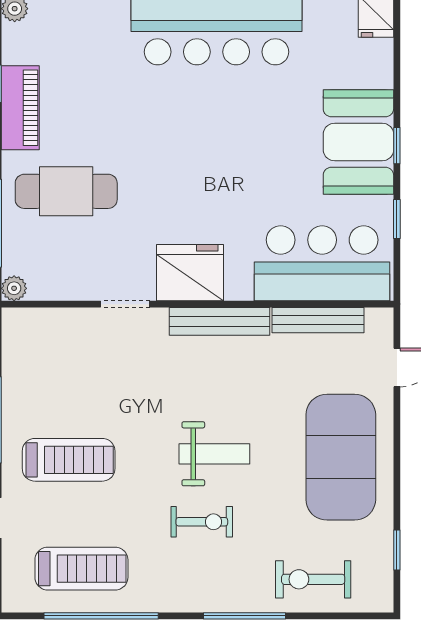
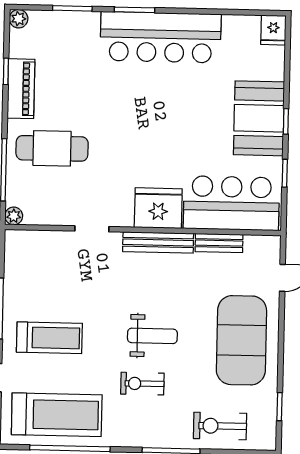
fridge: (190, 273) -> (158, 208), moved
bench: (318, 320) -> (219, 243), width x0.73
exercise bike: (202, 522) -> (142, 384), turned 180
treadmill: (81, 569) -> (57, 415), width x1.37, depth x1.37

